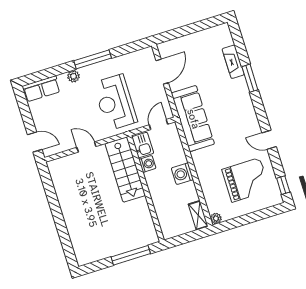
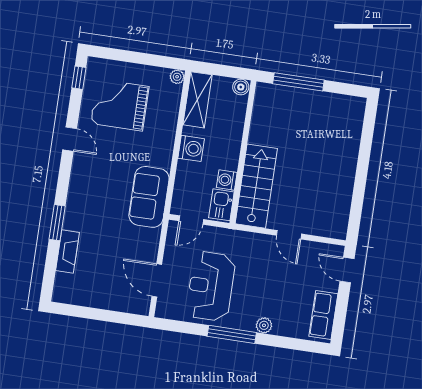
door: (162, 72) -> (157, 280), hinge flipped
row of seats: (41, 89) -> (323, 315), moved, turned -90
reception desk: (115, 102) -> (211, 286), moved, turned 180
sofa: (193, 119) -> (149, 197), width x0.73
shelving: (198, 215) -> (198, 100), width x1.50, depth x1.33
boiler: (169, 233) -> (241, 87), added

